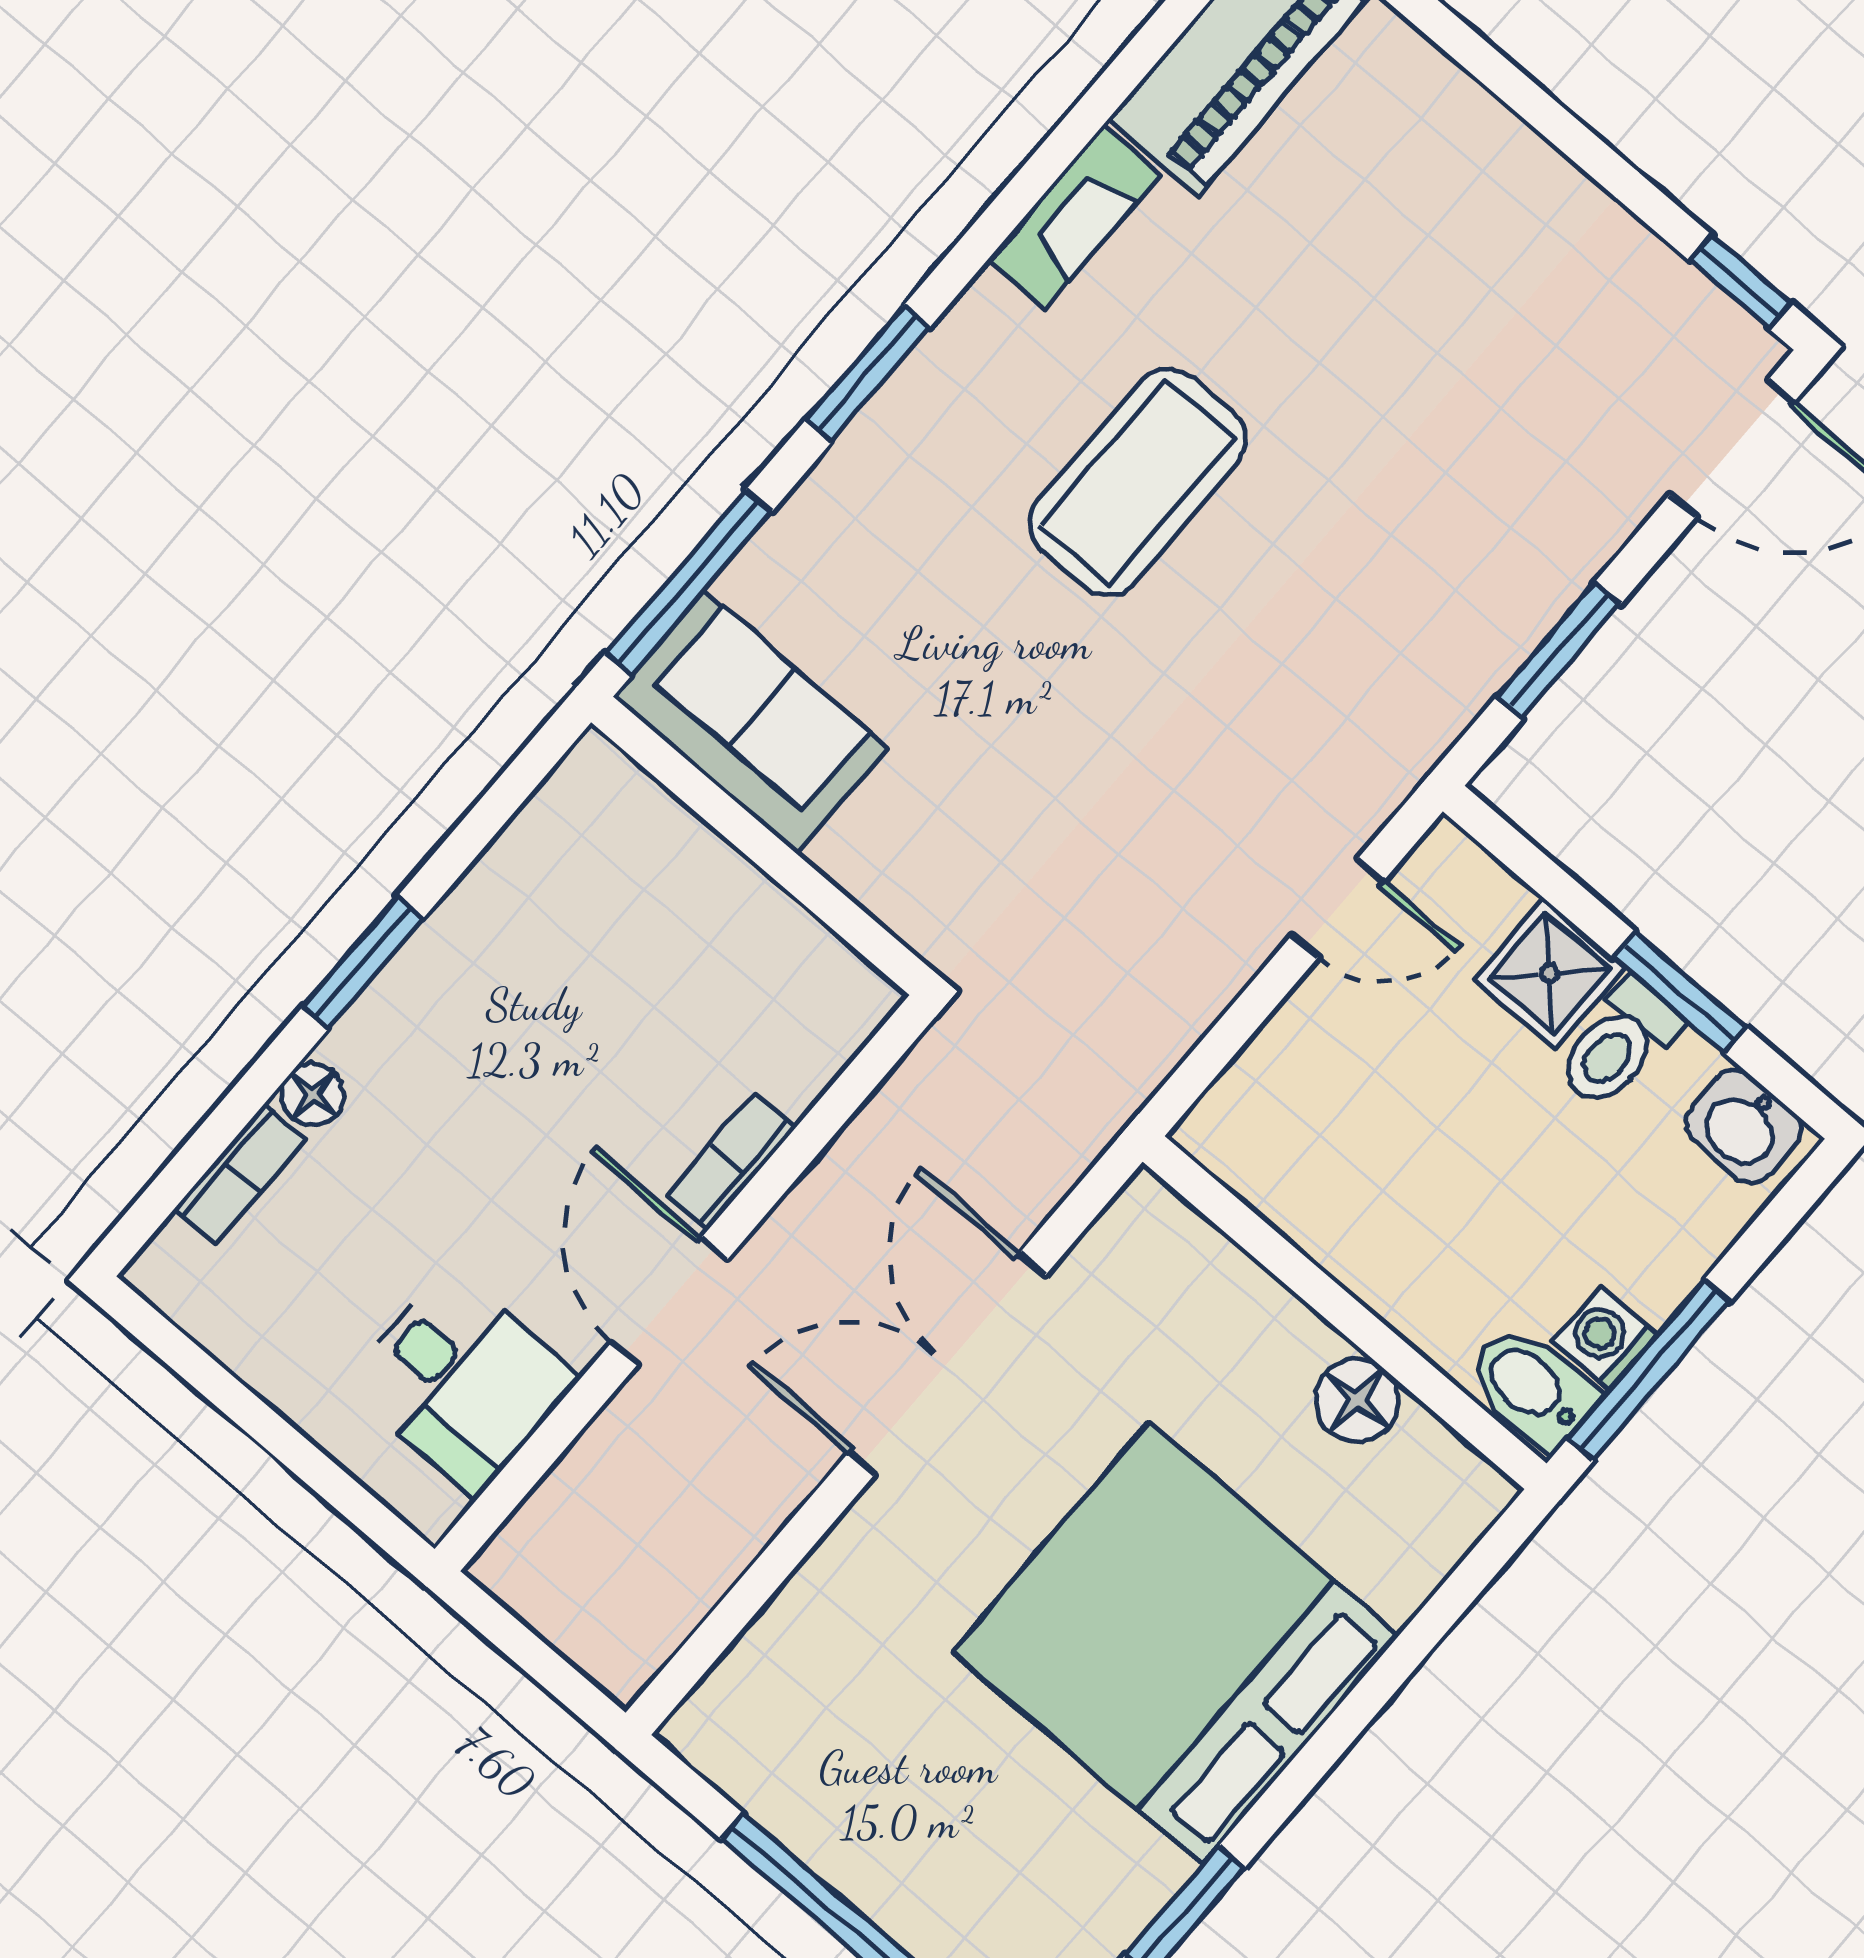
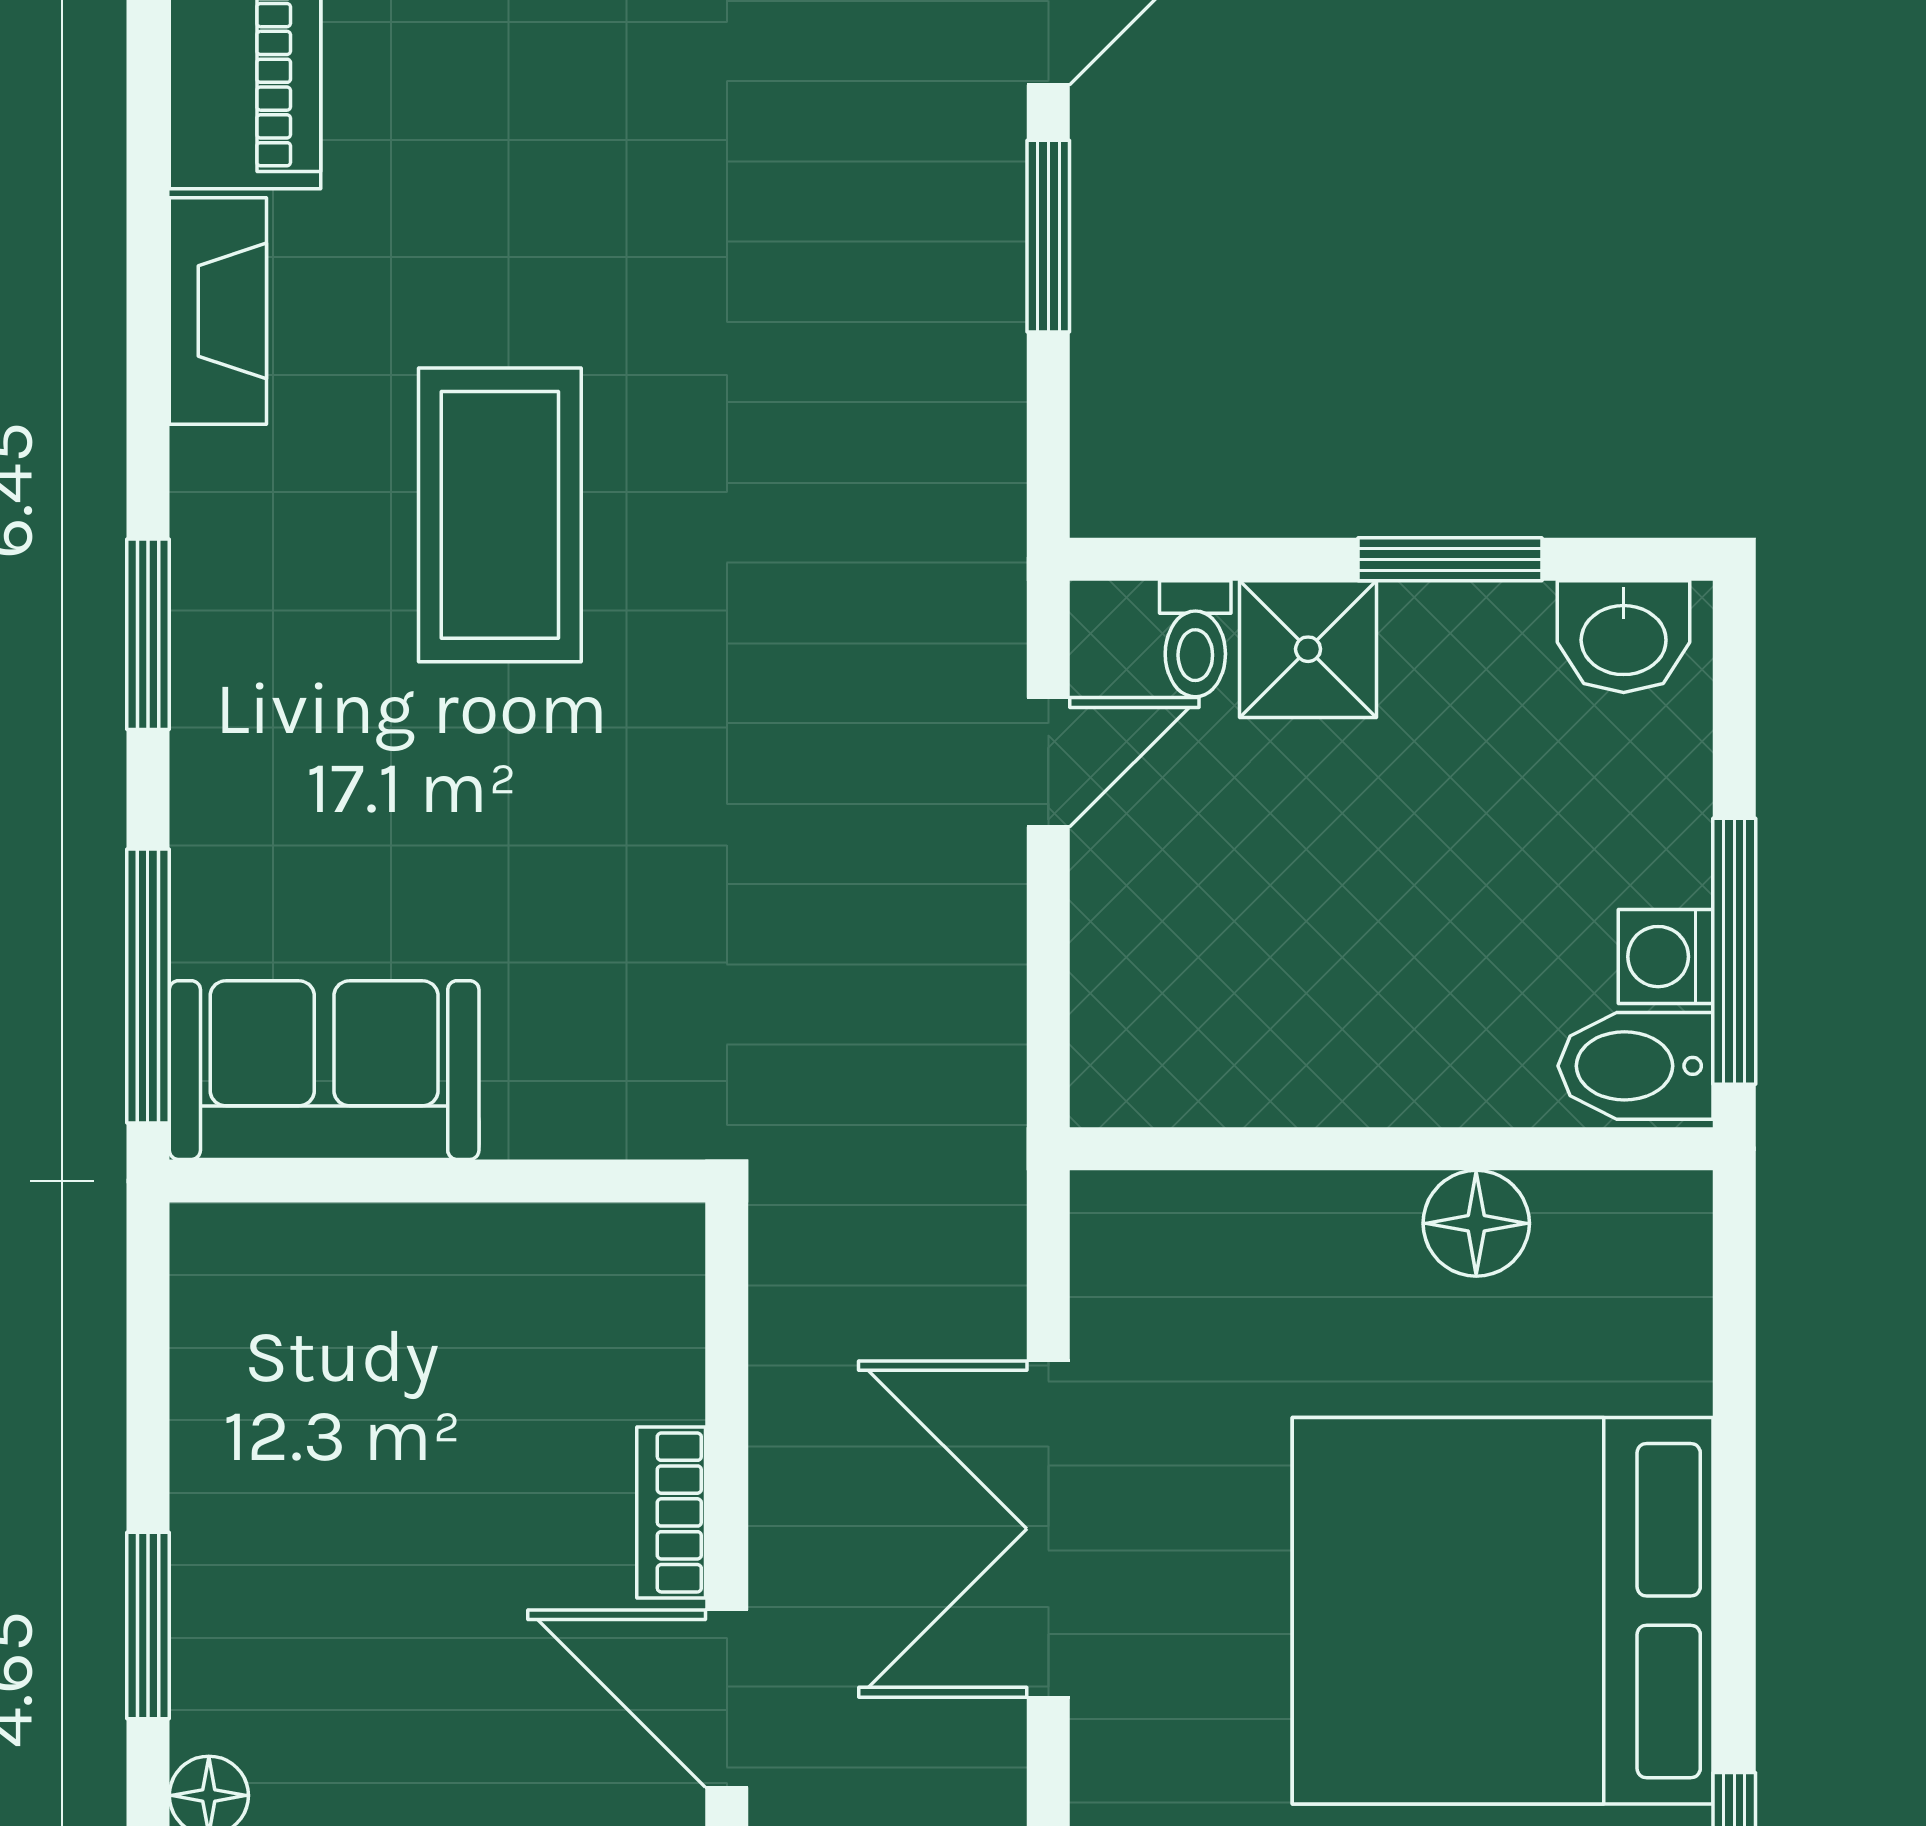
window: (1559, 650) -> (1048, 236), moved
toilet: (1618, 1045) -> (1195, 639), moved, width x0.73, depth x0.72

